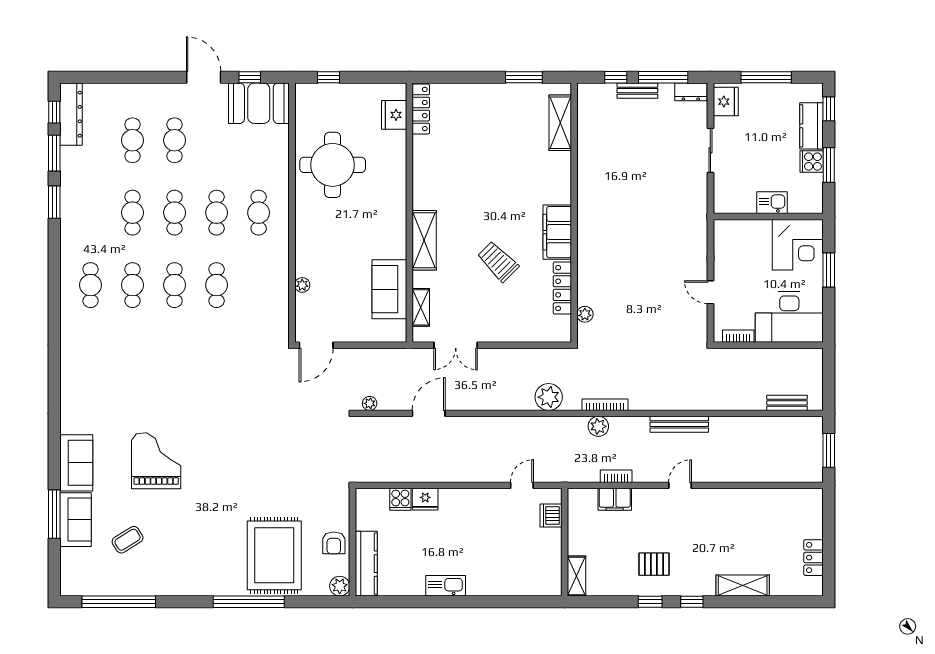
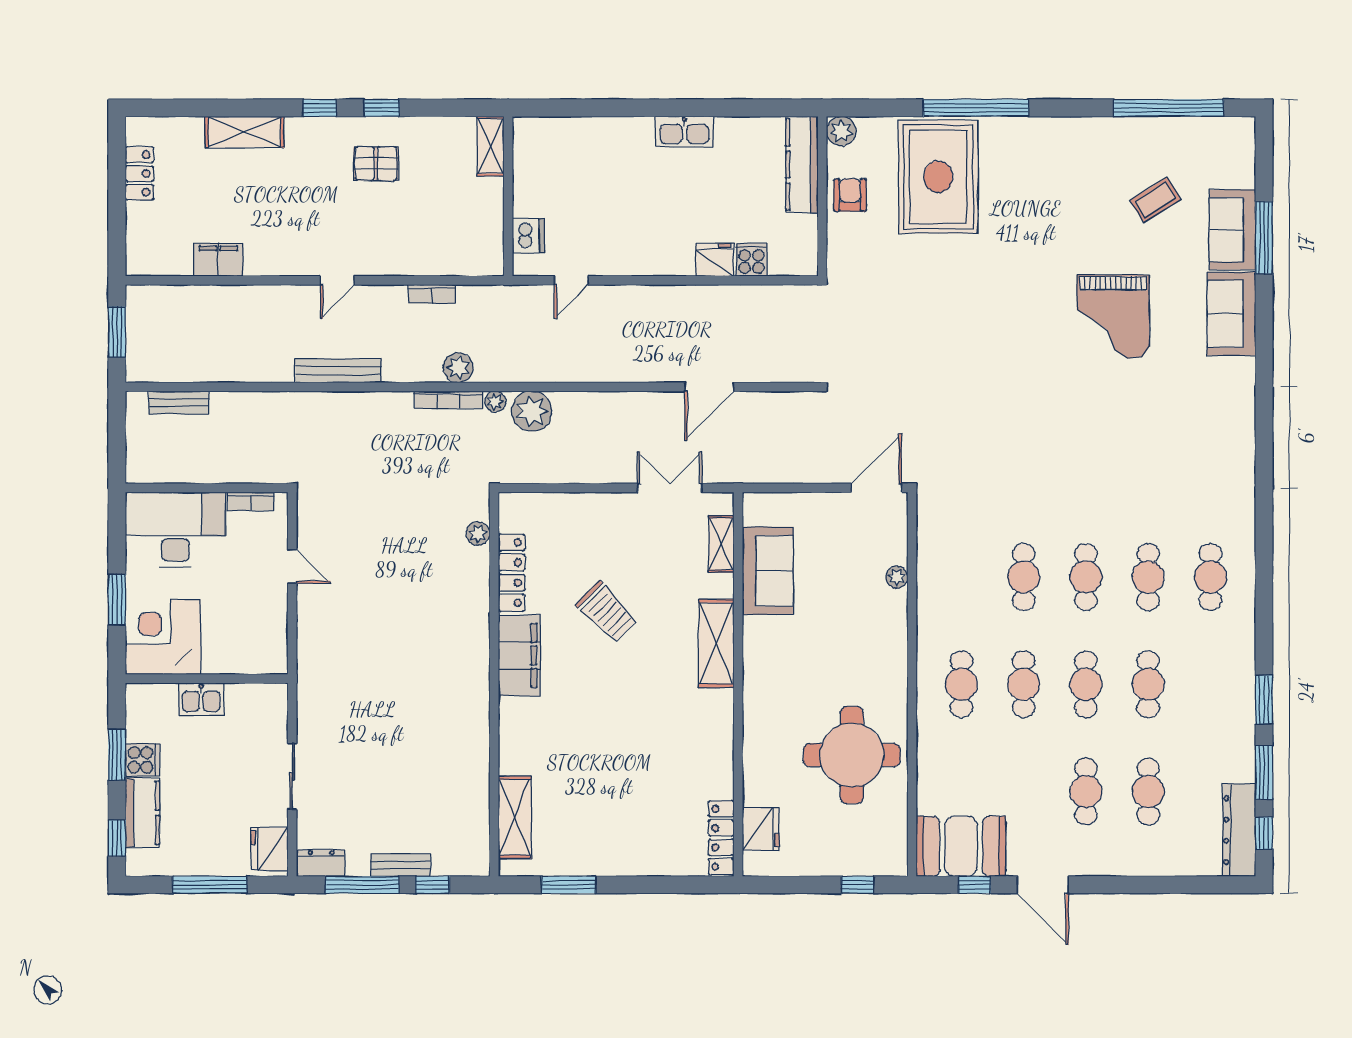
plant: (370, 403) -> (495, 402), moved
filing cabinet: (615, 499) -> (218, 260), moved

